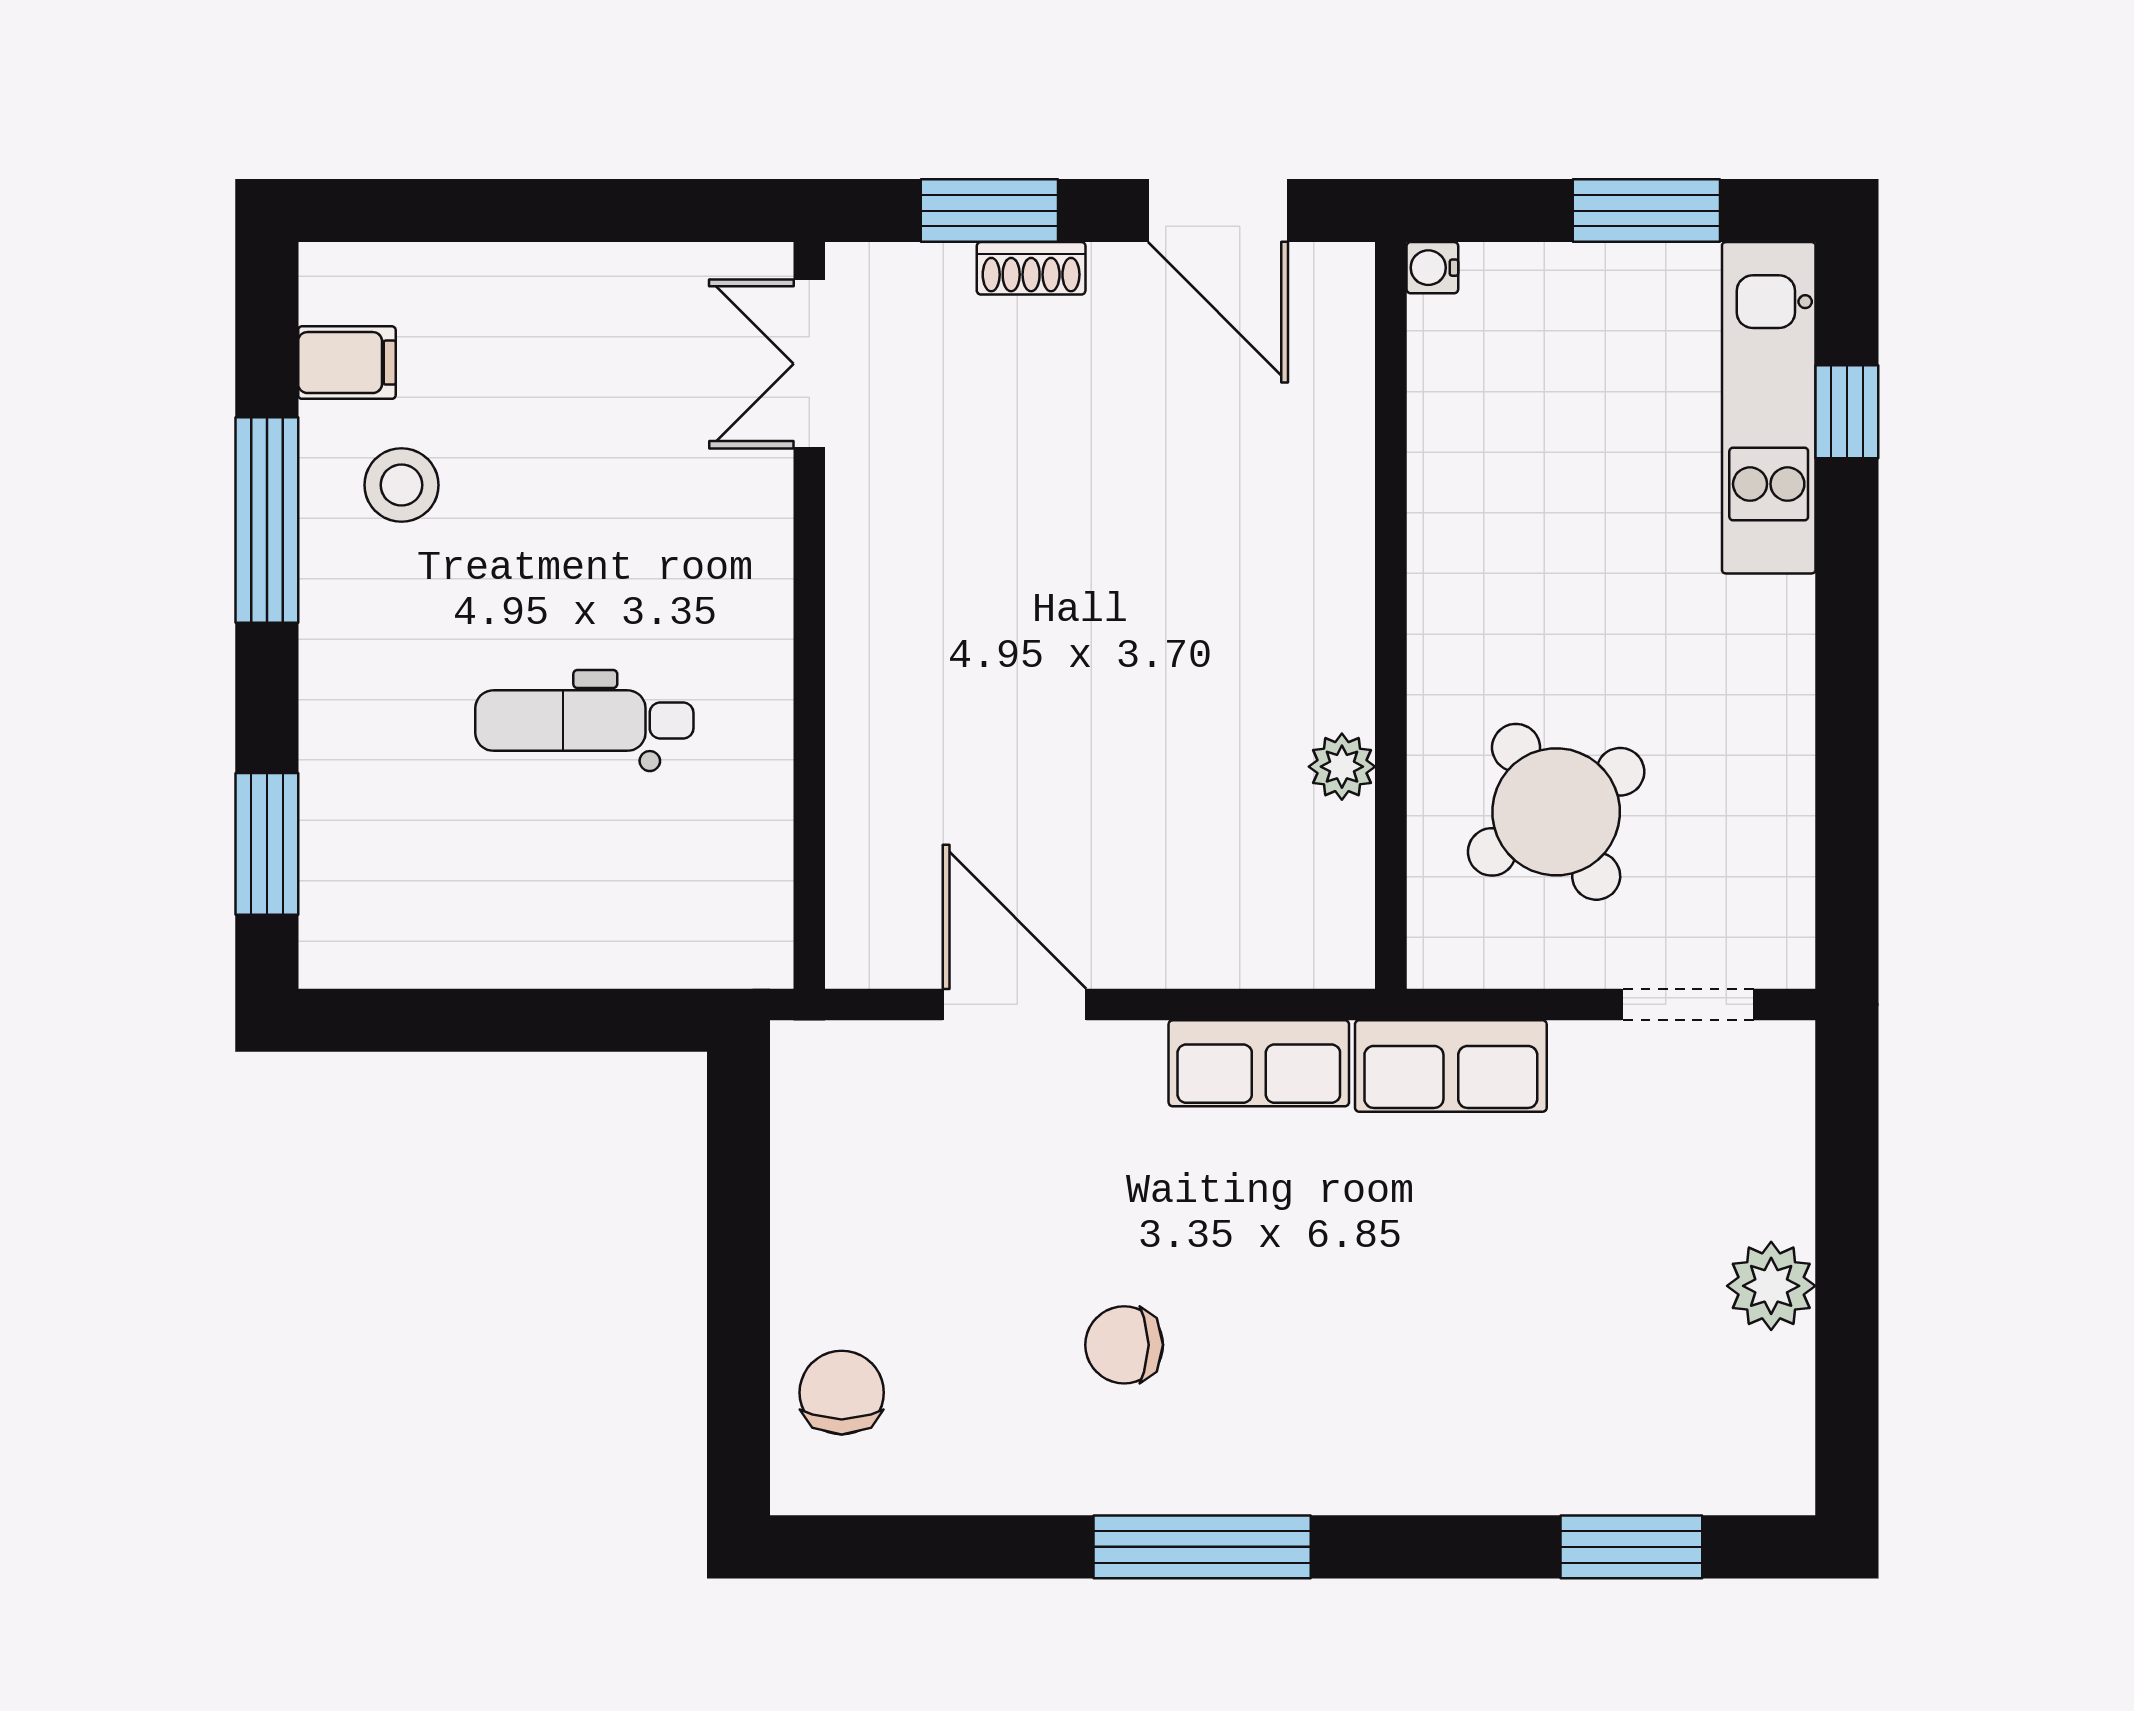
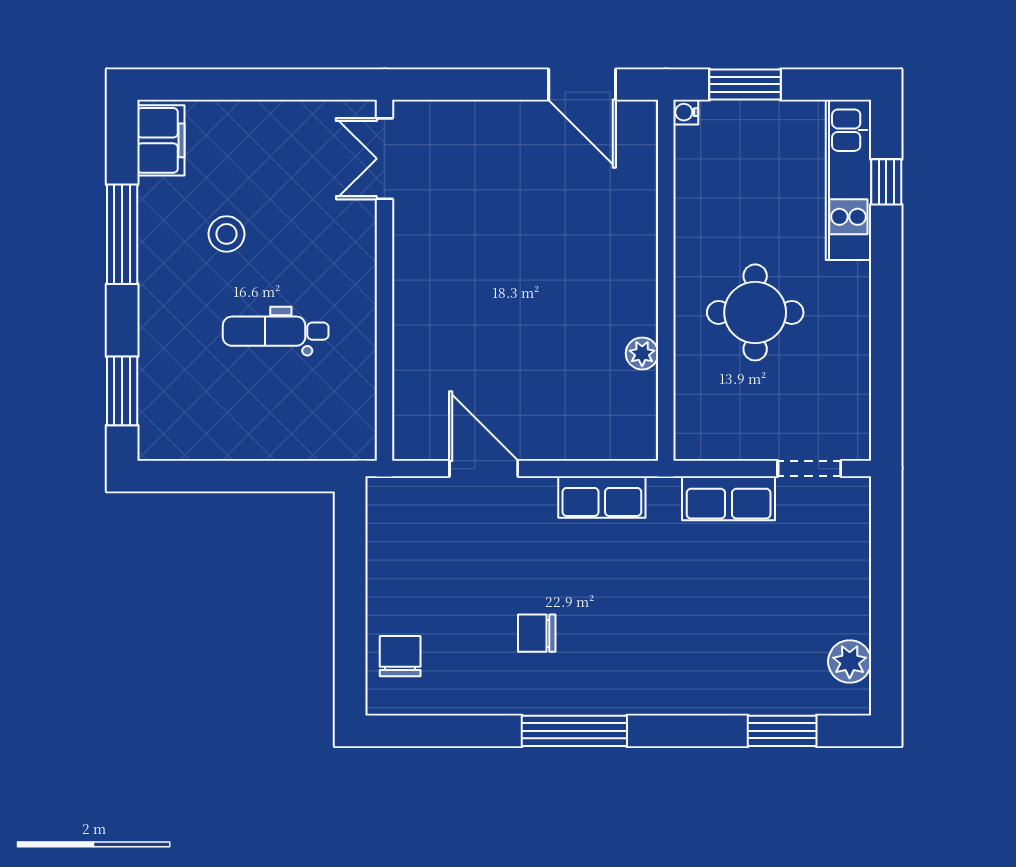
window: (989, 211) -> (472, 84), removed
window: (1646, 211) -> (745, 84), moved
shoe rack: (1031, 268) -> (492, 112), removed
filing cabinet: (347, 363) -> (161, 140), width x2.00
stool: (401, 485) -> (227, 234), moved
round table: (1556, 812) -> (755, 312), moved, turned 32
row of seats: (1451, 1066) -> (729, 498), moved
plant: (1771, 1286) -> (850, 662), moved

